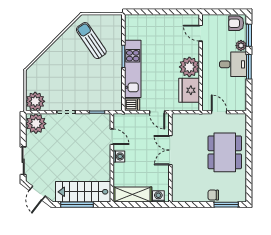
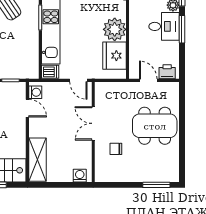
printer: (236, 104) -> (167, 72), added
dining table: (225, 152) -> (155, 126), turned 90
washing machine: (119, 156) -> (35, 92), moved
shelving: (132, 194) -> (37, 160), moved, turned 90
chair: (213, 195) -> (116, 149), moved

